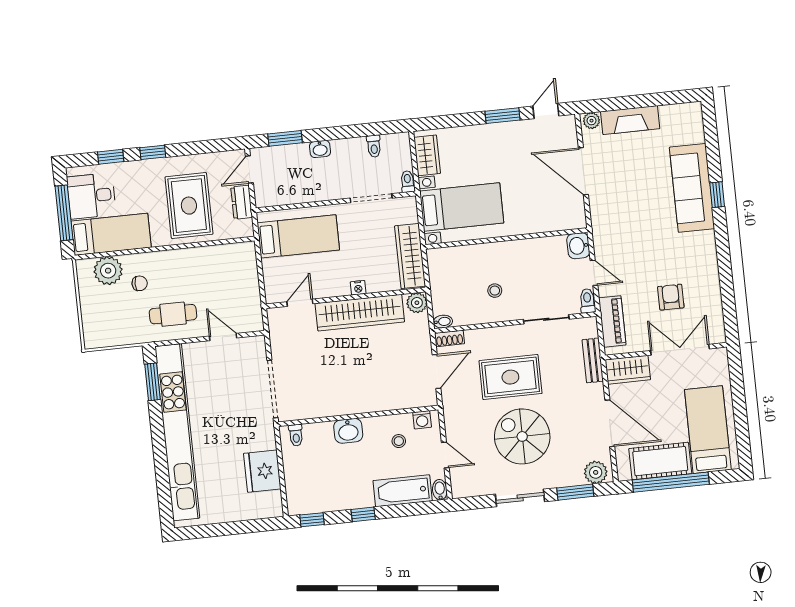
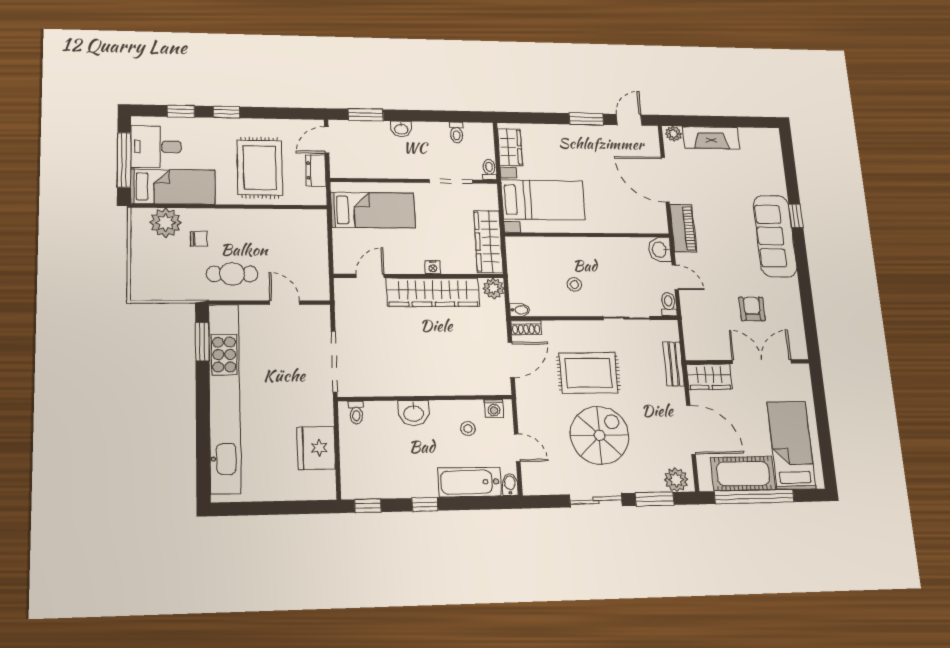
sofa: (692, 188) -> (775, 236), moved
piano: (612, 321) -> (683, 228), moved
spiral stairs: (522, 436) -> (600, 435), turned 90

